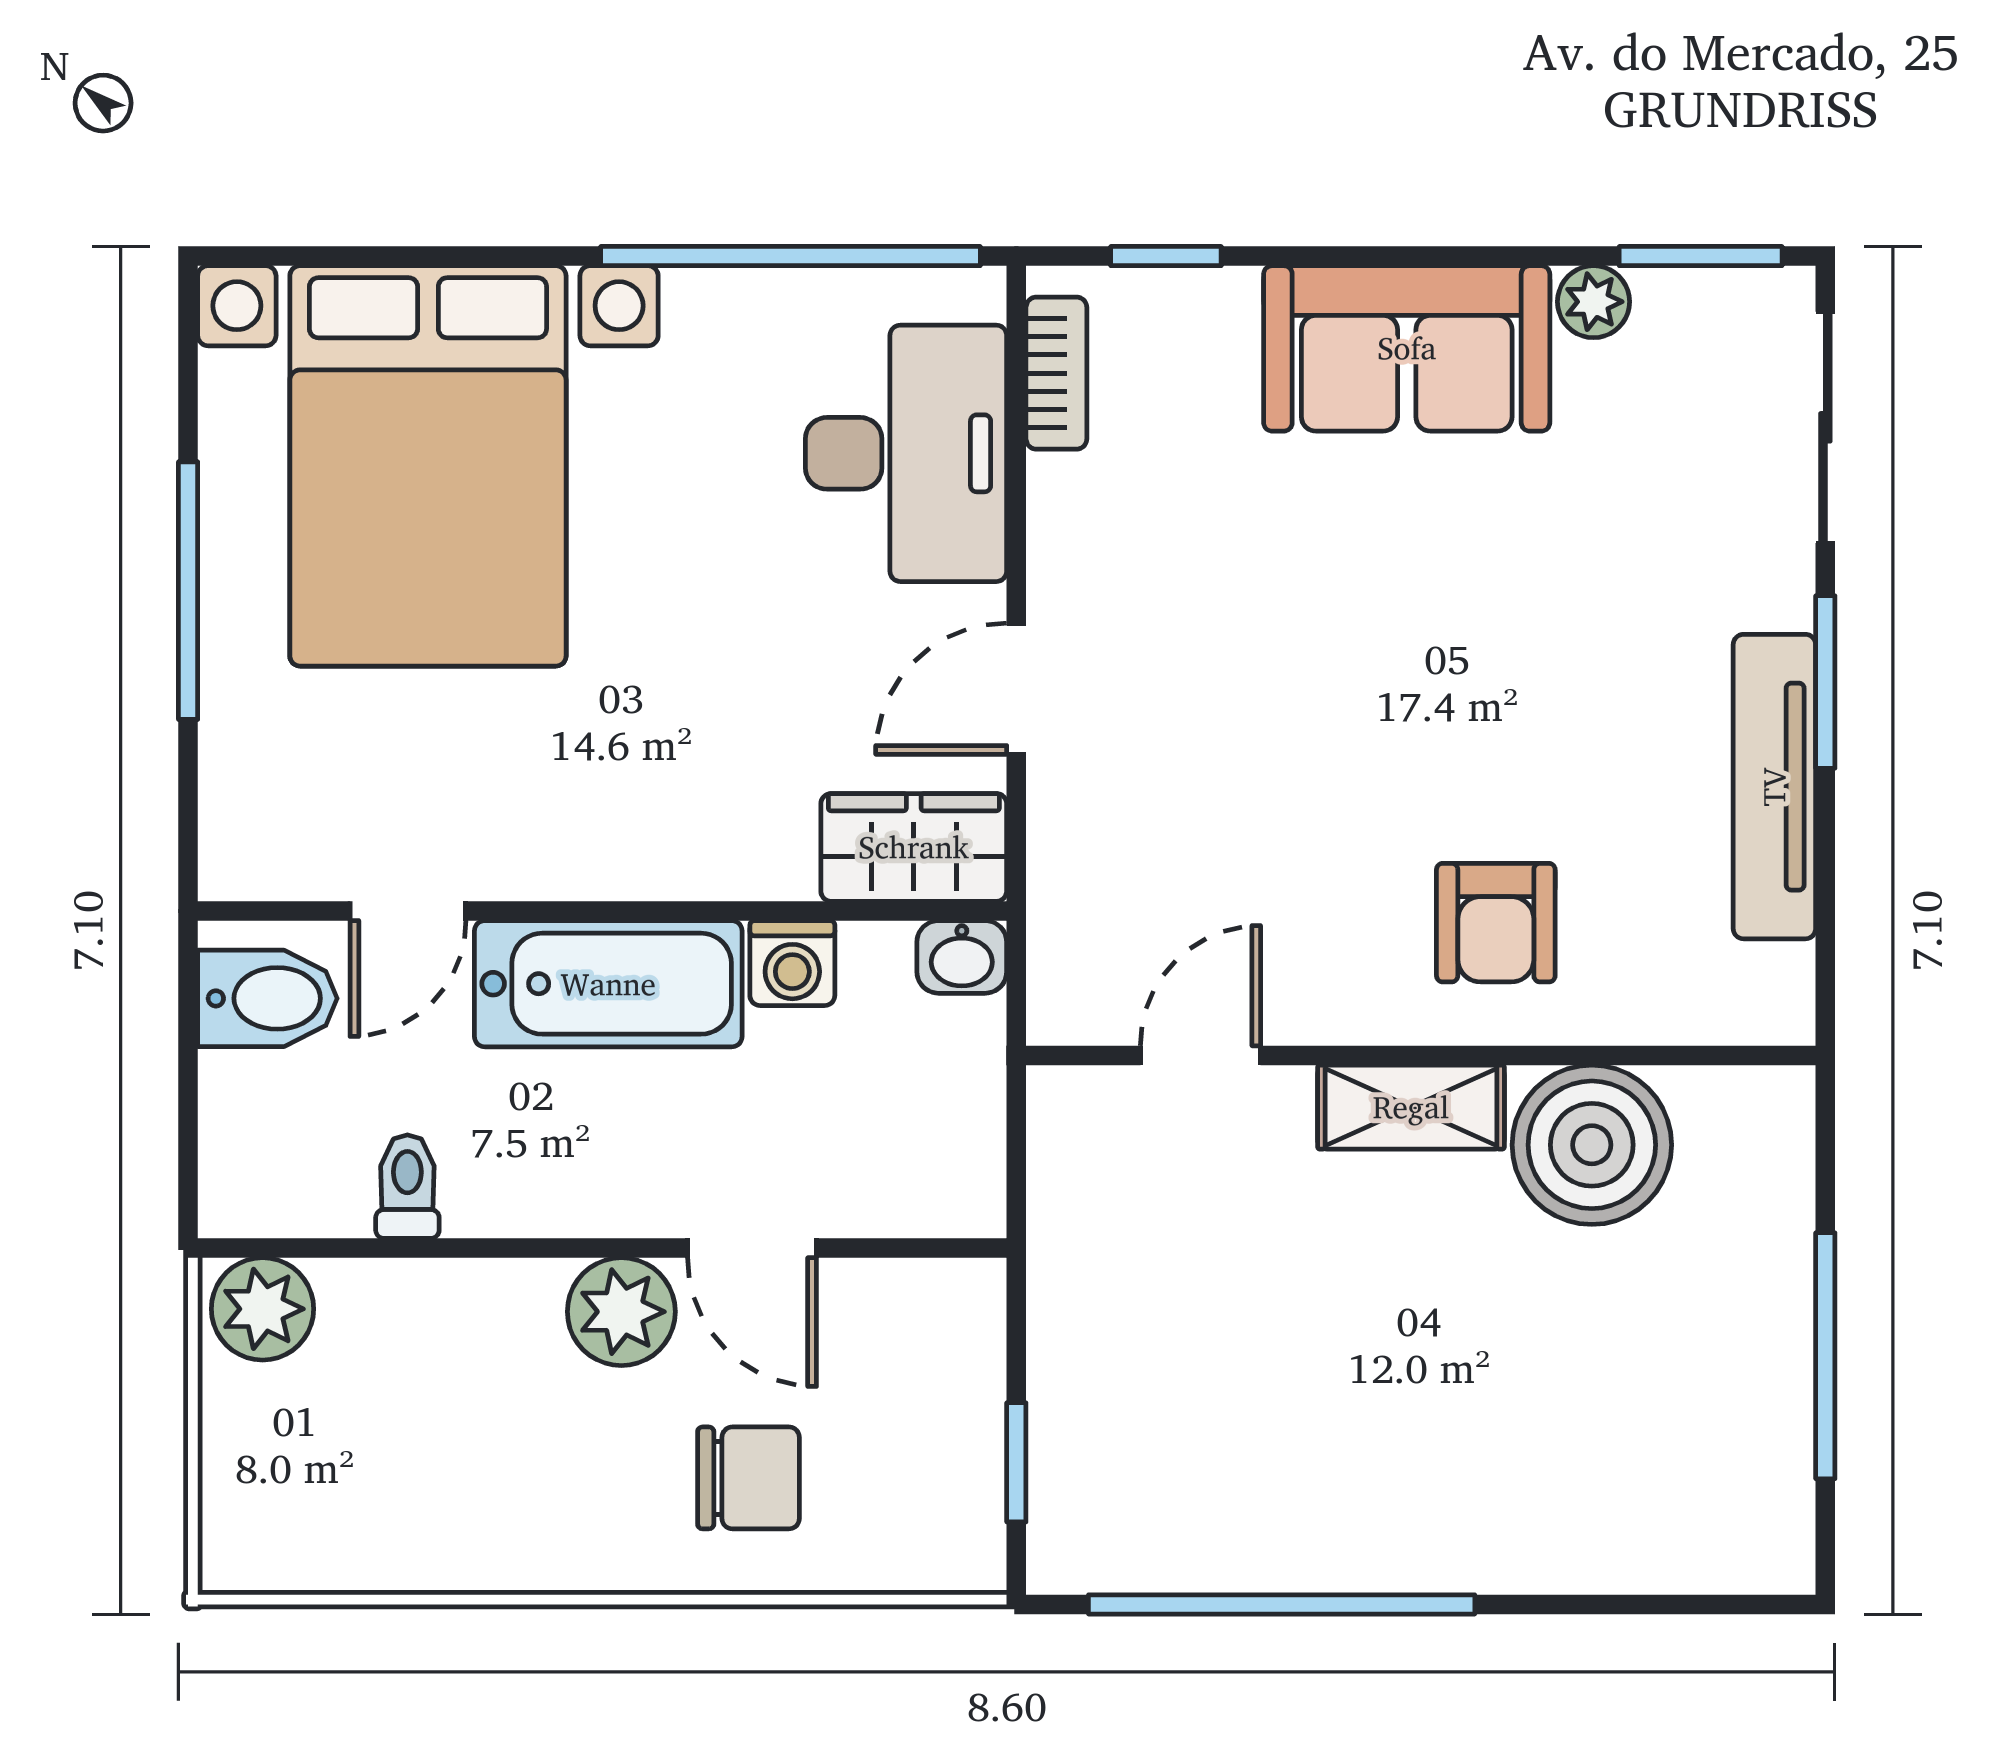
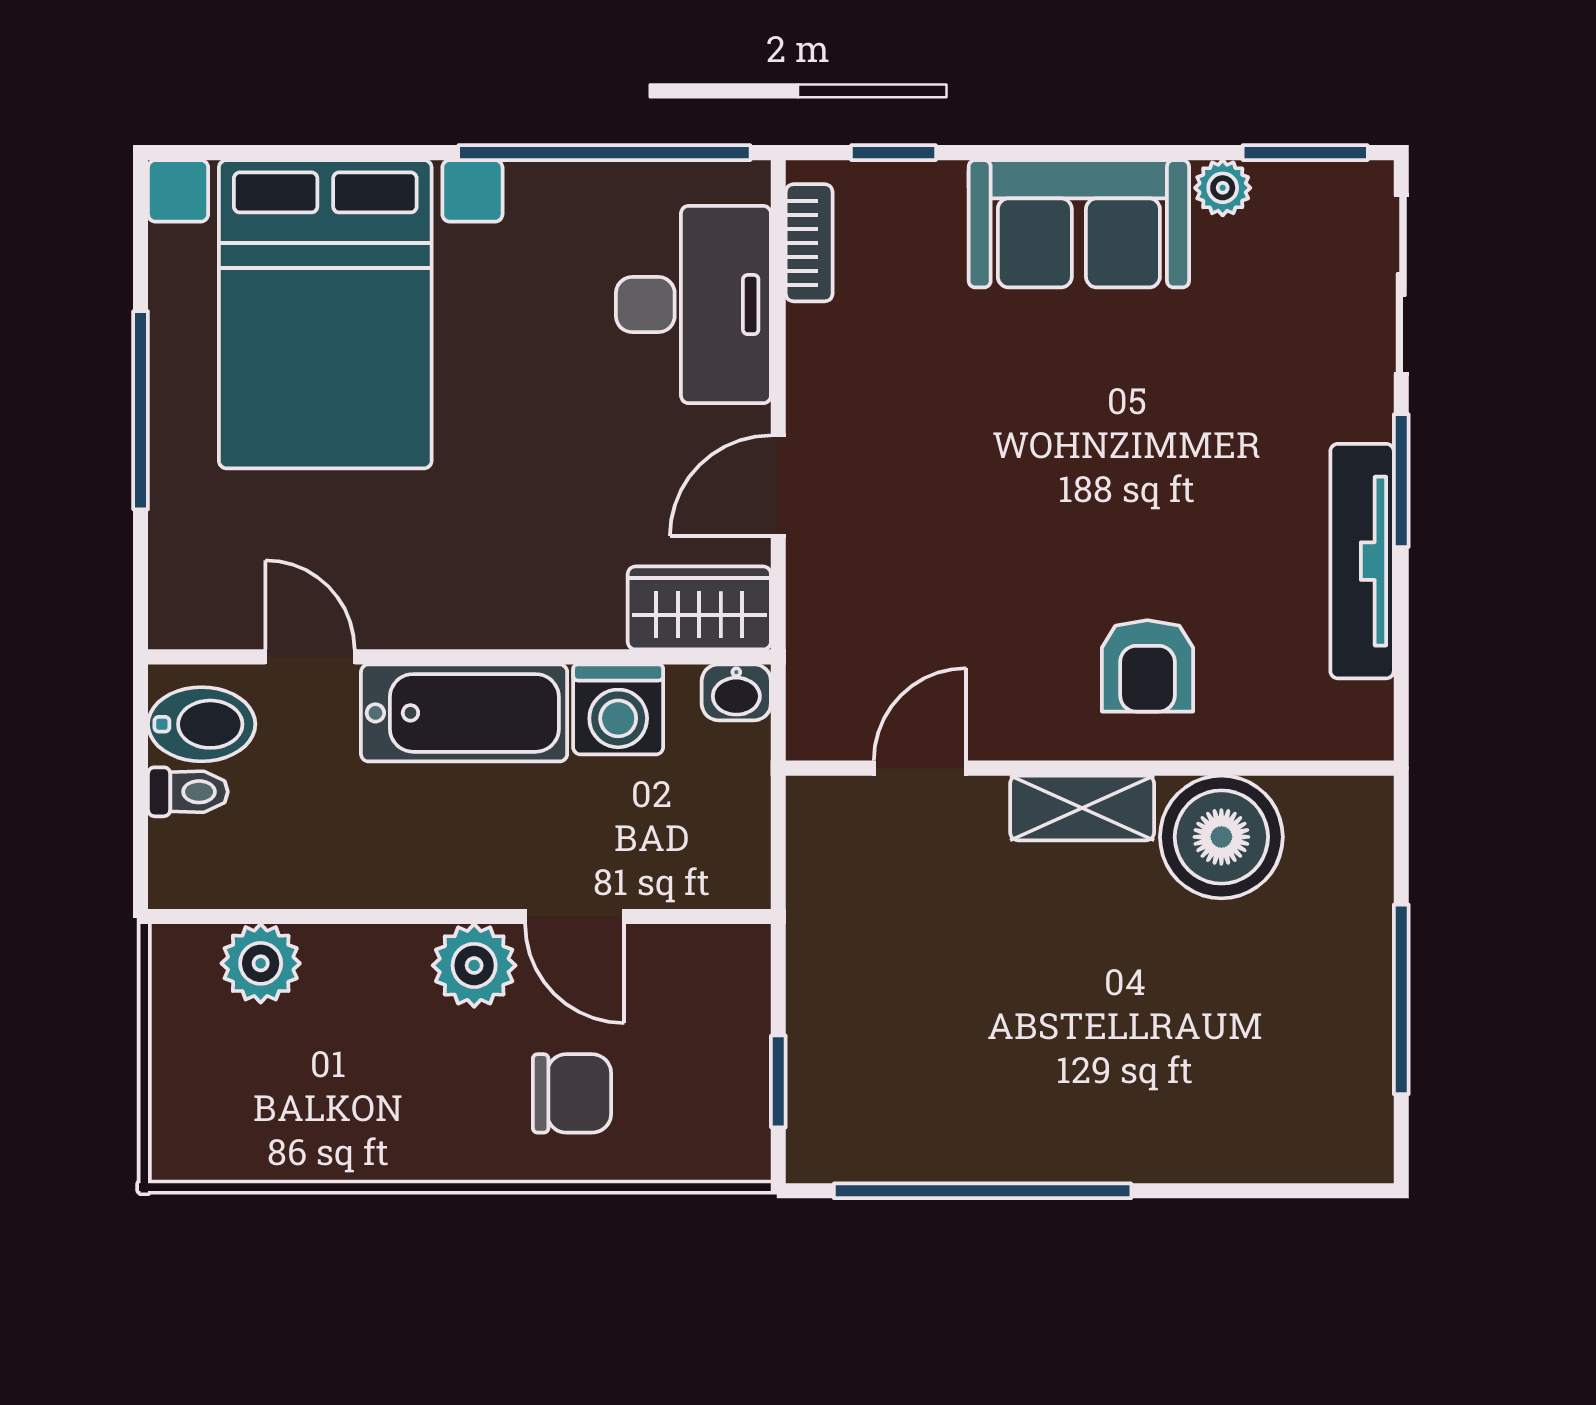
door: (408, 911) -> (310, 657), swing flipped
washing machine: (792, 963) -> (618, 709), width x1.38, depth x1.38
toilet: (407, 1187) -> (188, 792), moved, turned 90
plant: (263, 1309) -> (261, 963), moved

